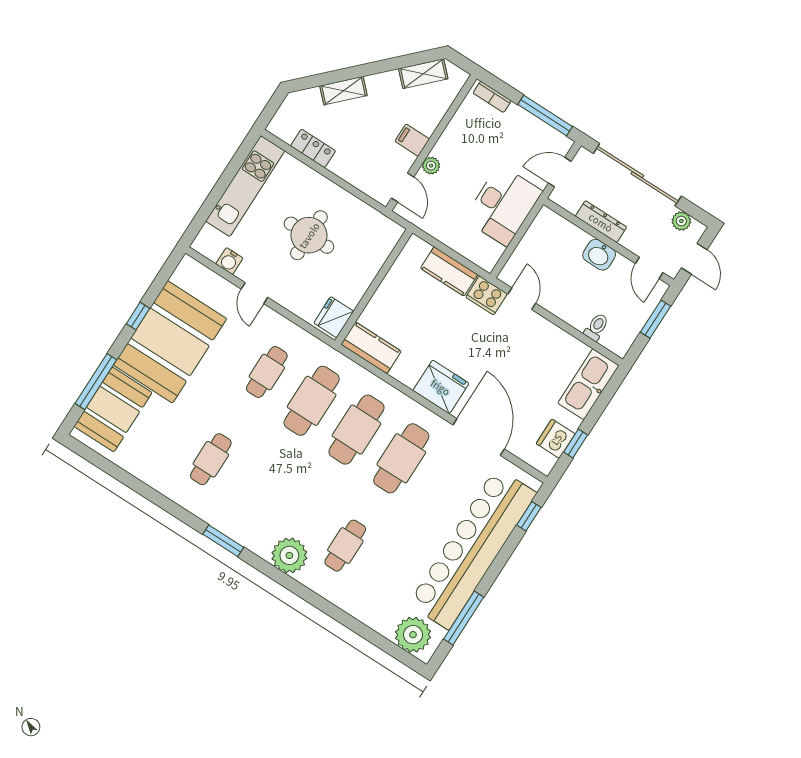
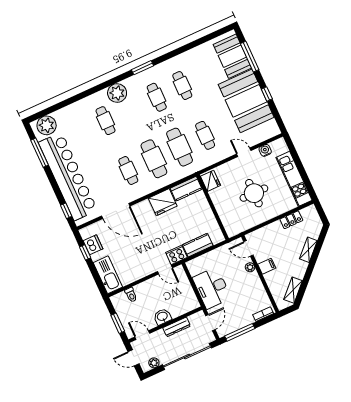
fridge: (441, 387) -> (163, 202), moved
cafe table: (401, 458) -> (128, 171), width x0.73, depth x0.74
cafe table: (256, 488) -> (157, 97), added

